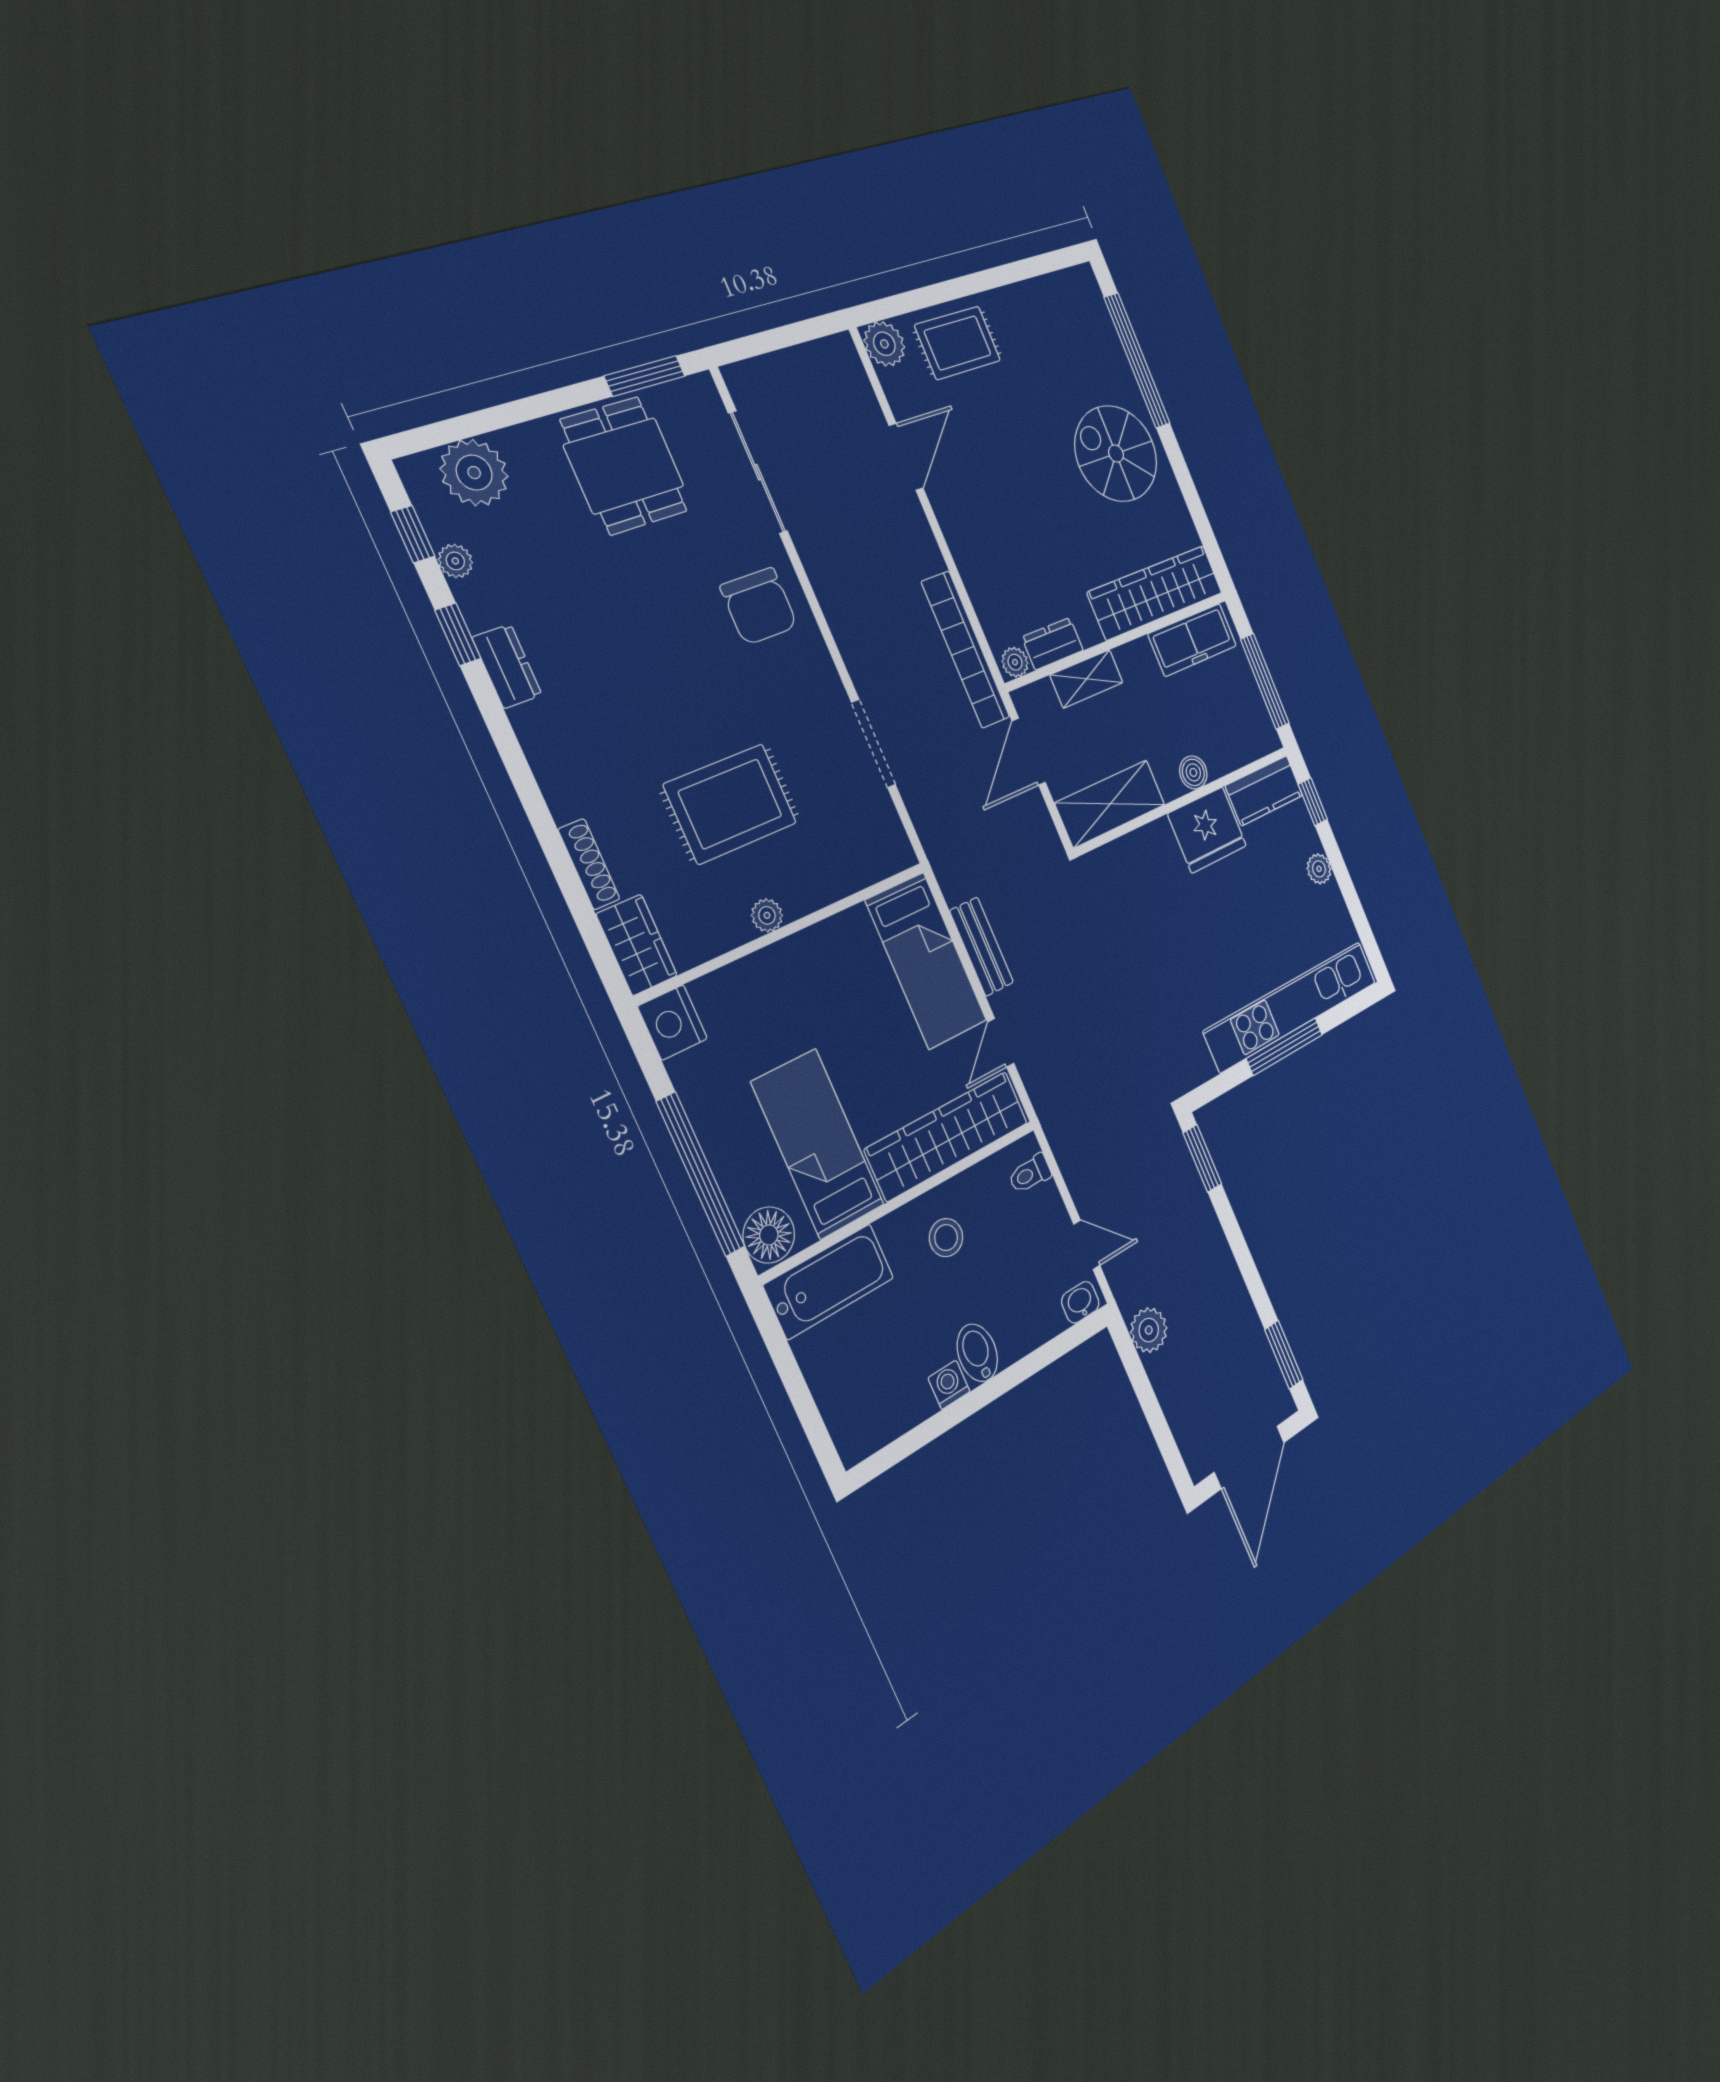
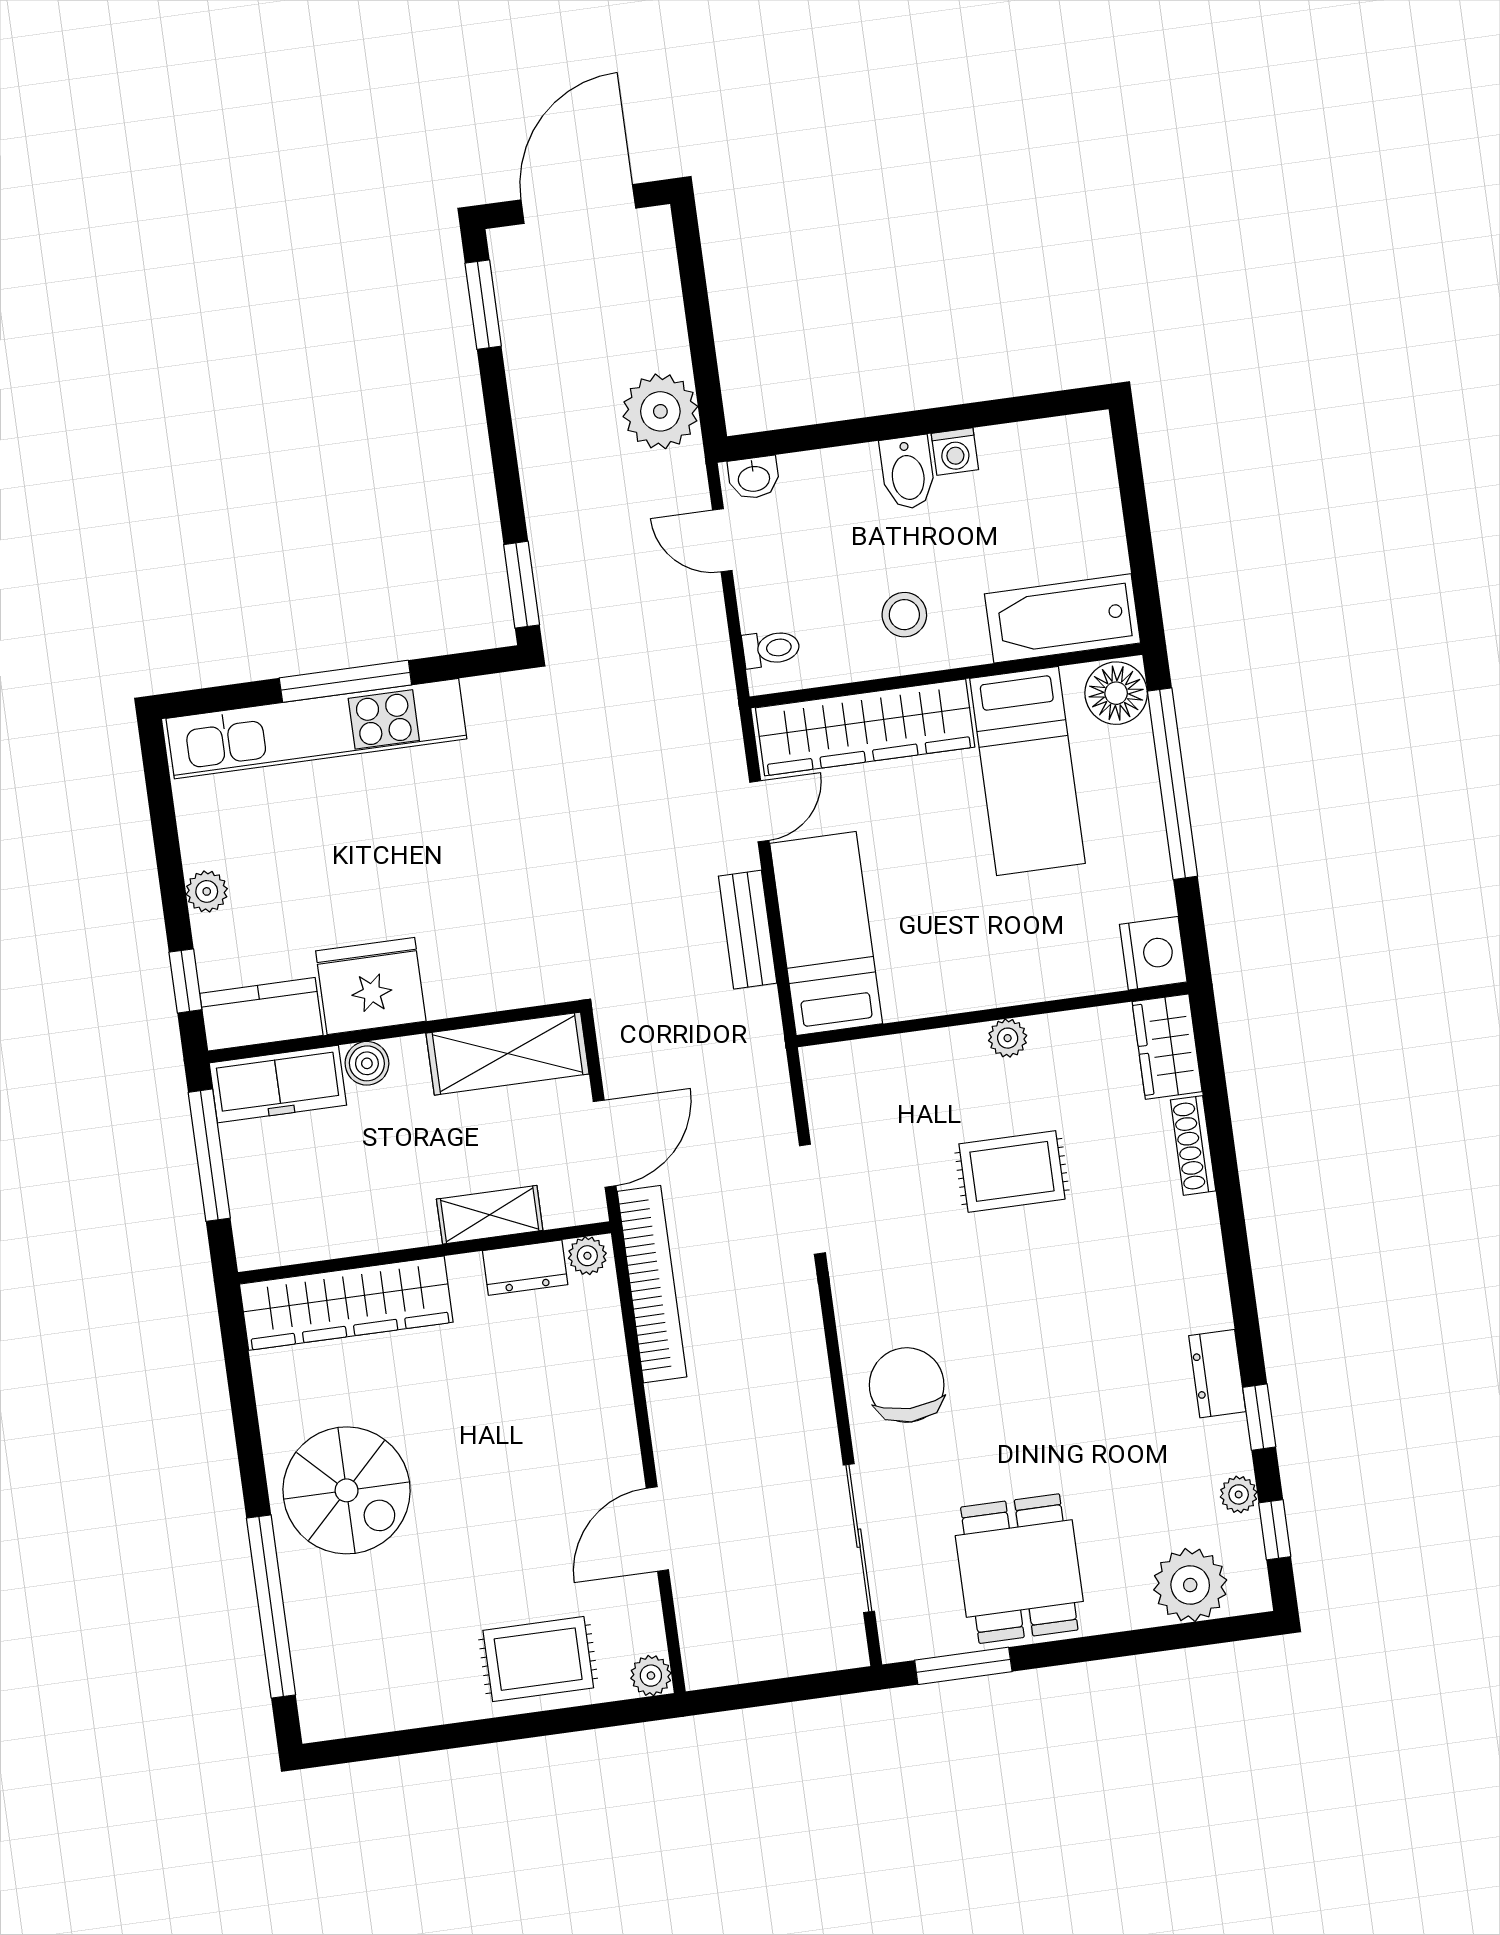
plant: (884, 344) -> (651, 1676), width x0.73, depth x0.73
freezer: (1192, 640) -> (278, 1084), moved, turned 180
rug: (730, 804) -> (1012, 1171), width x0.73, depth x0.70
plant: (1149, 1330) -> (660, 411), width x1.36, depth x1.36

